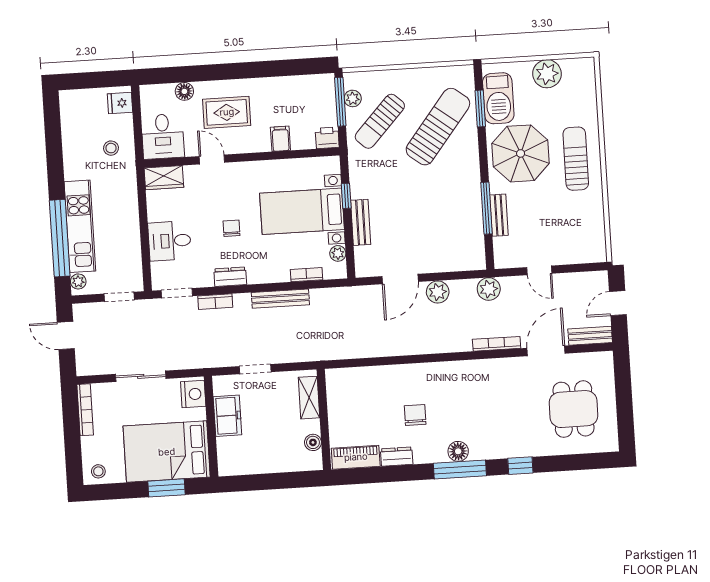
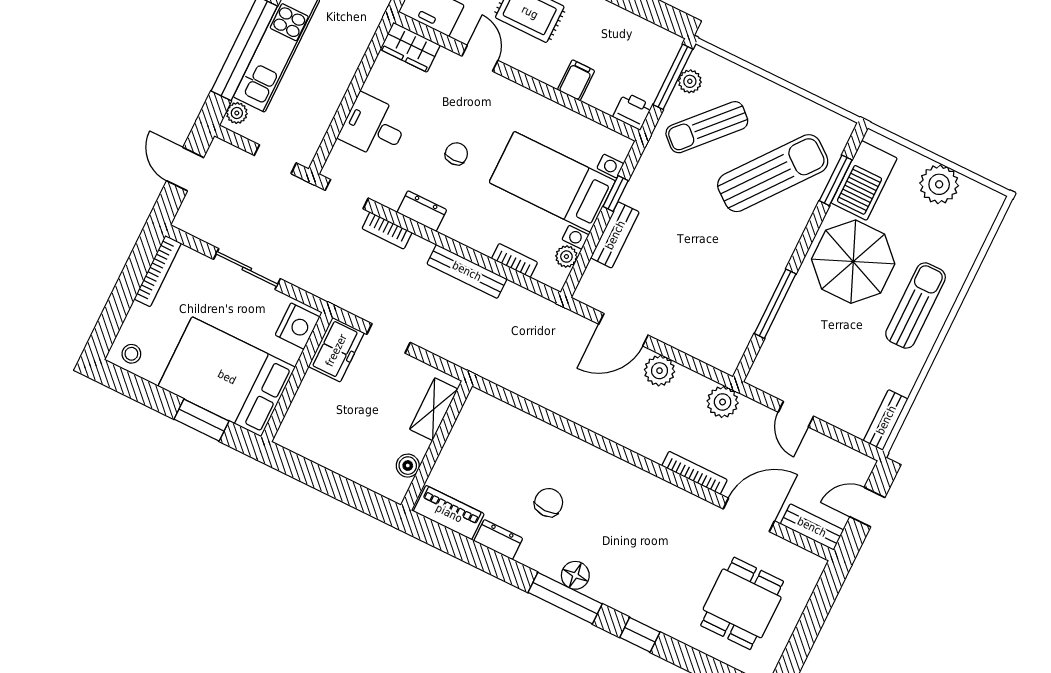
bench: (499, 215) -> (886, 420), moved
freezer: (227, 416) -> (336, 350), moved

